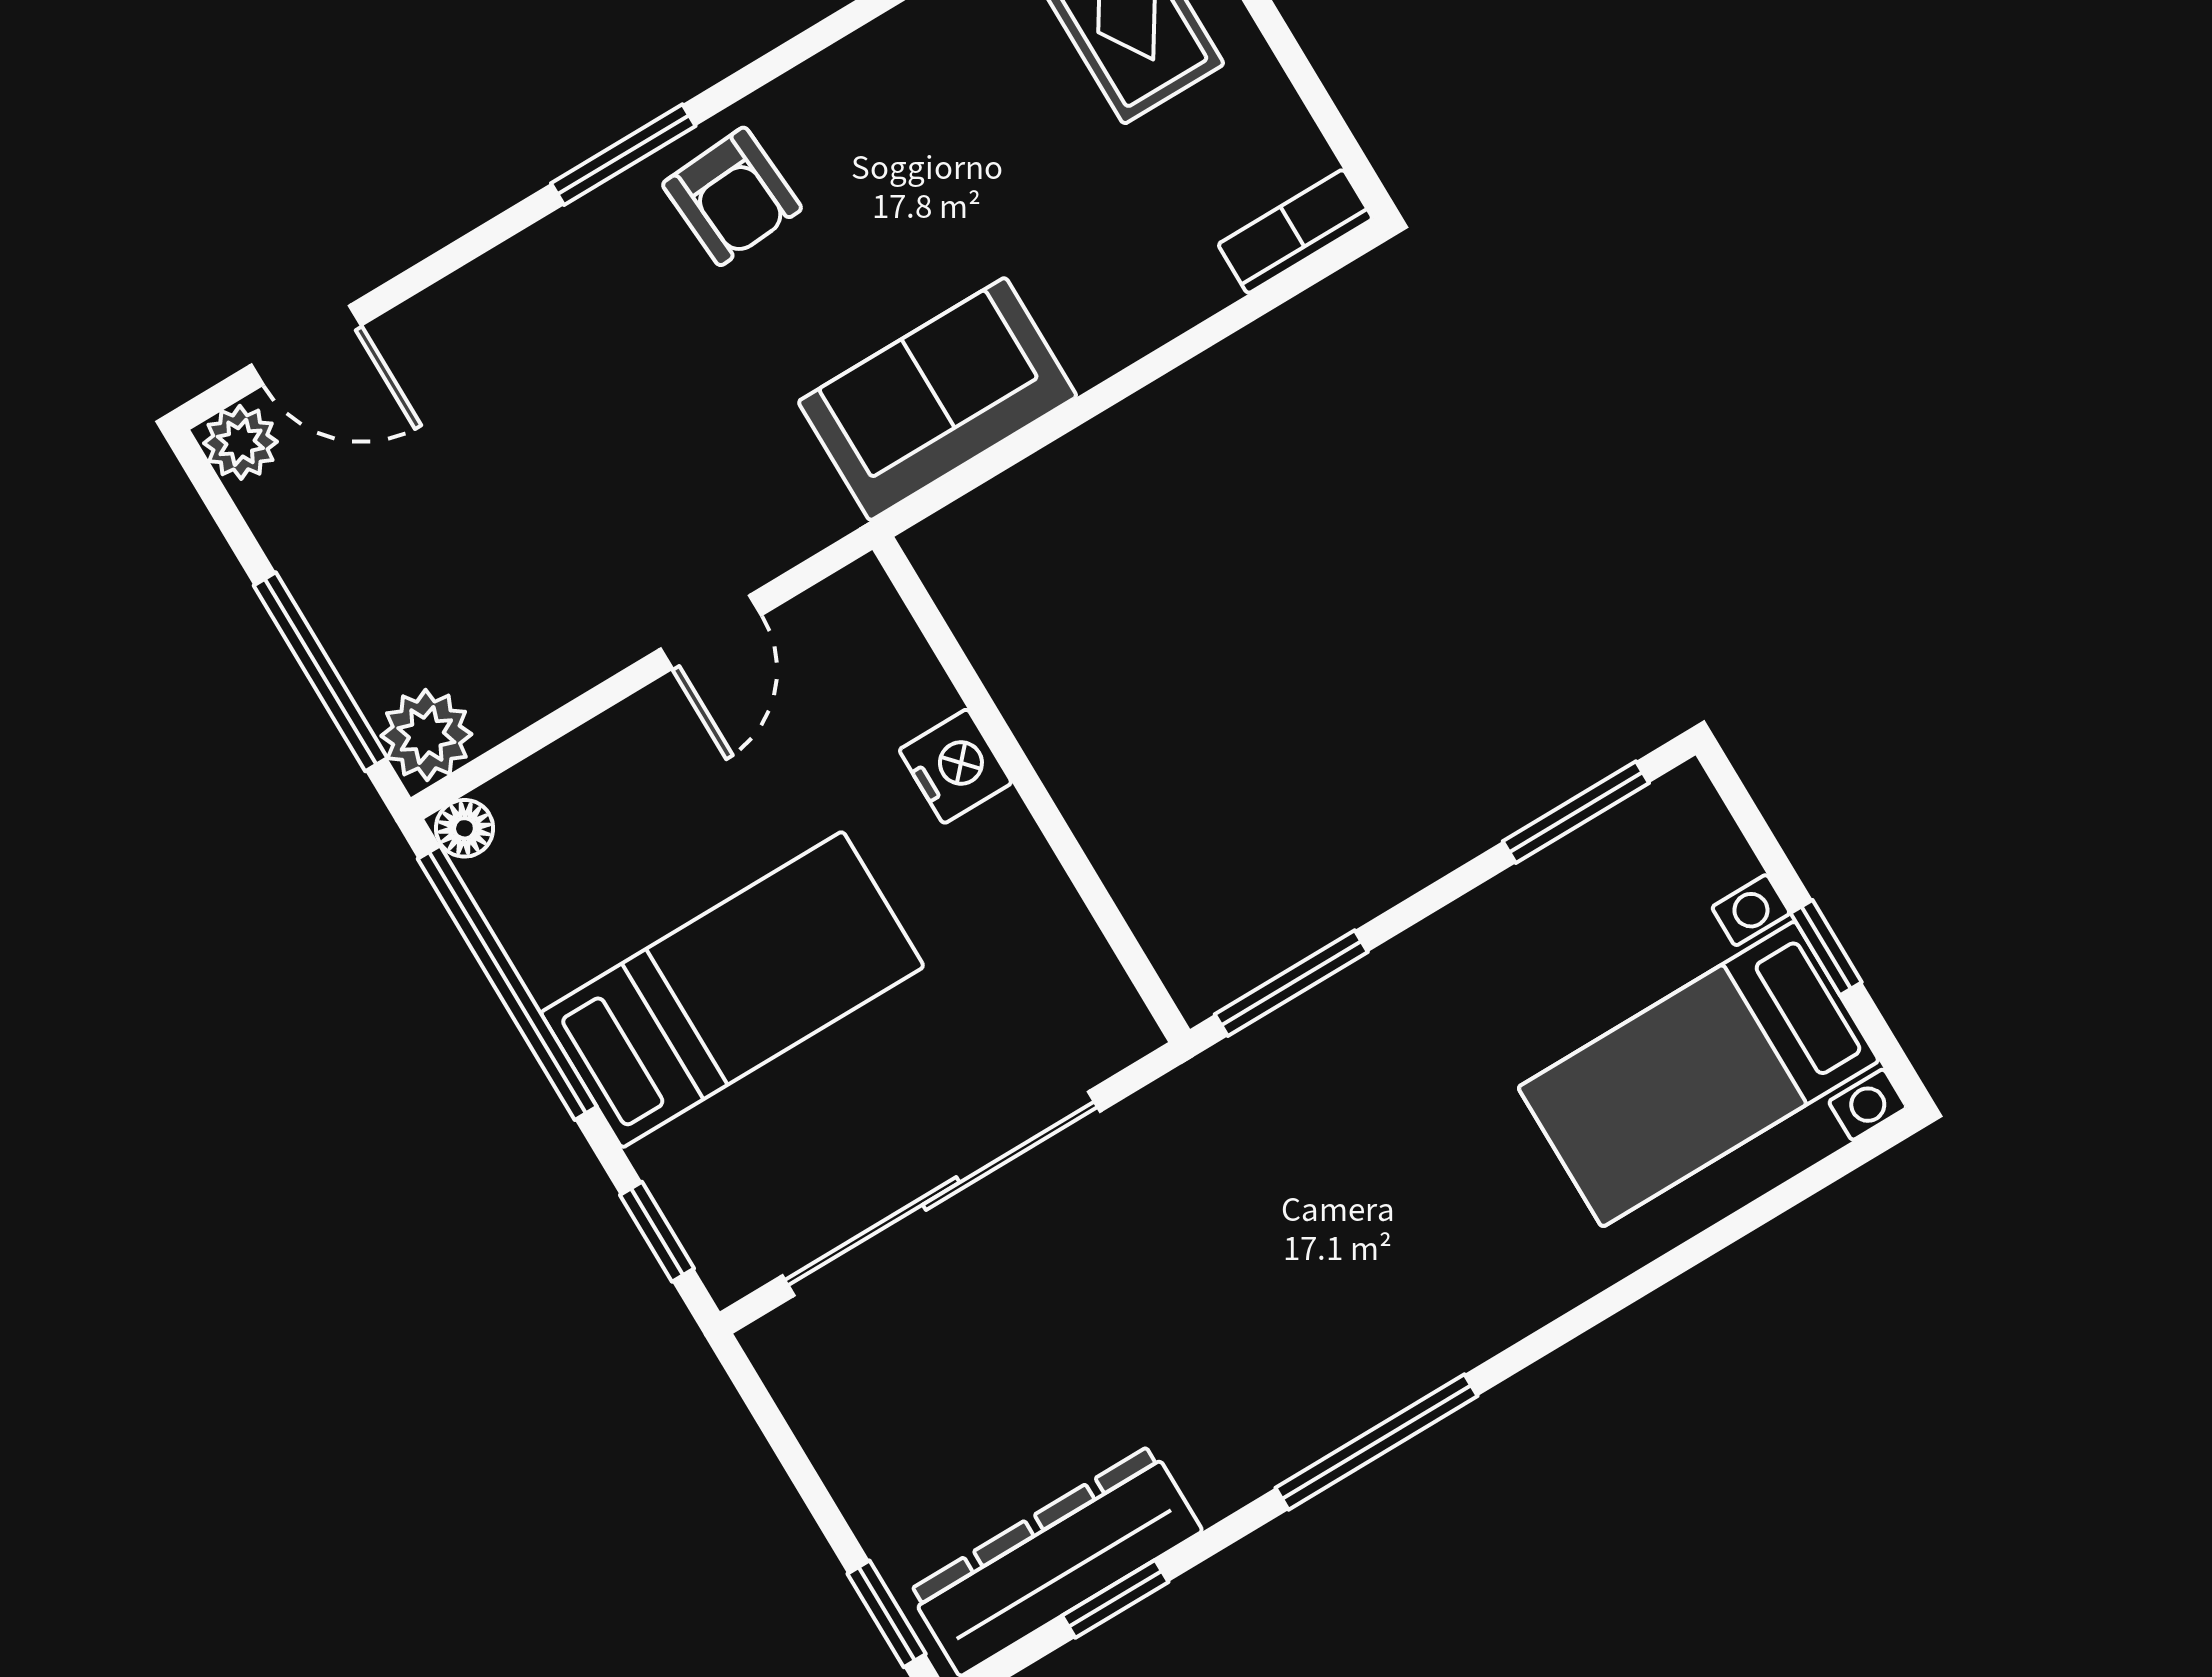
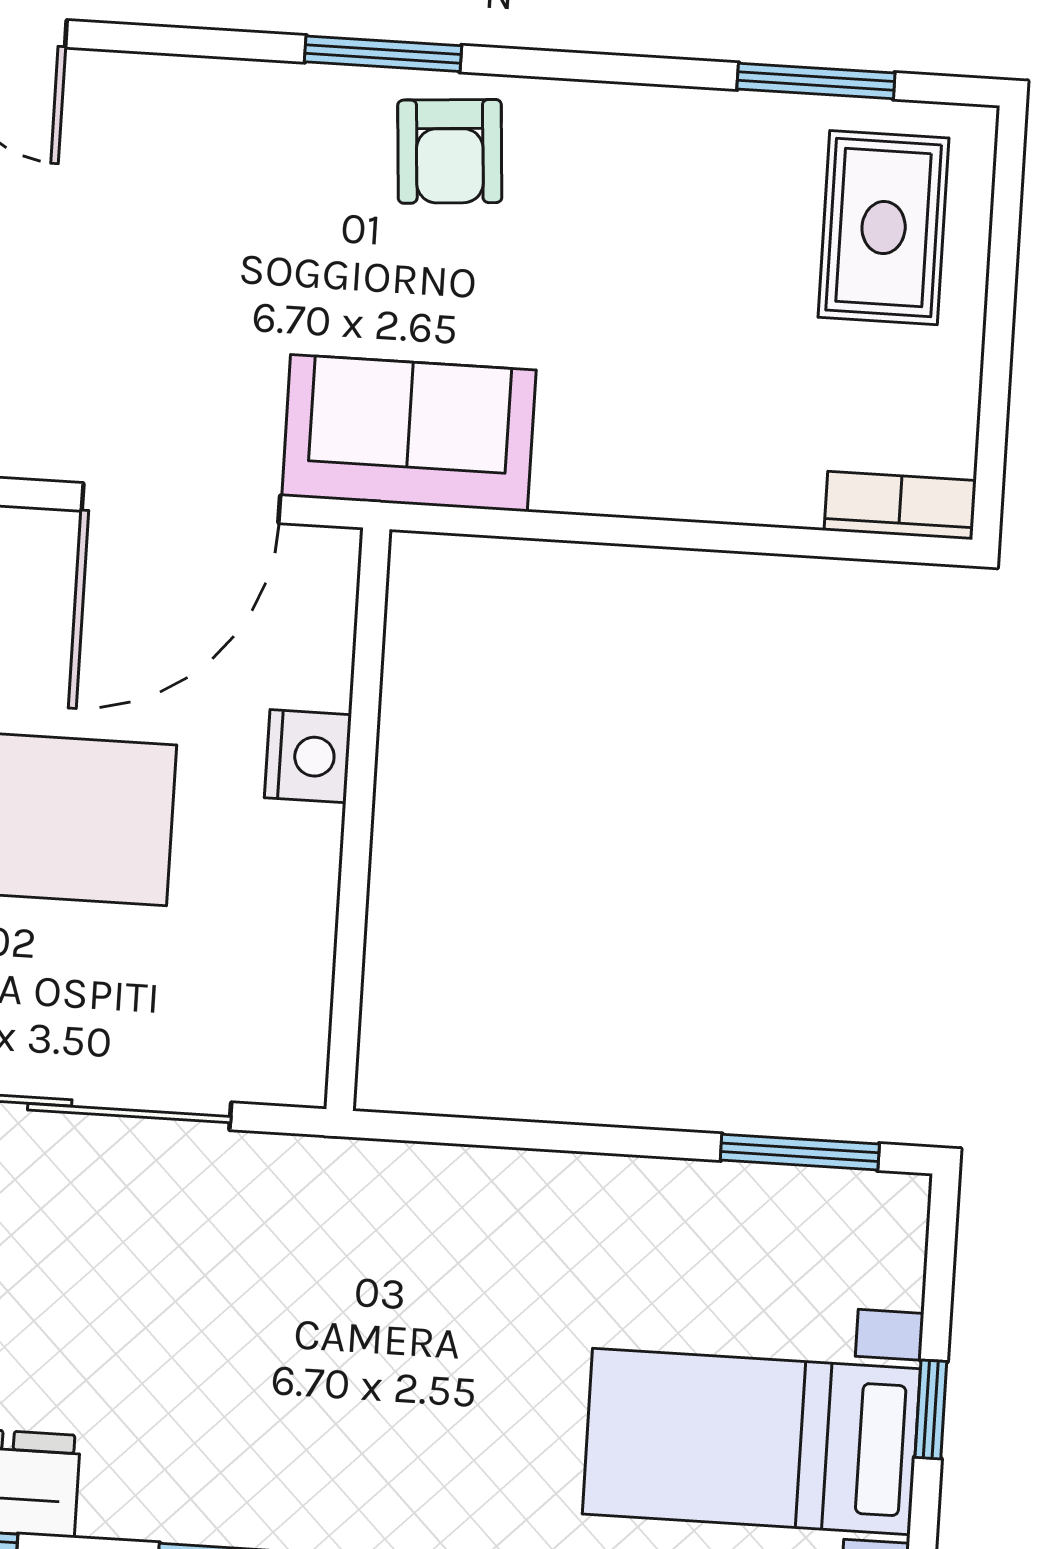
sofa: (938, 399) -> (409, 433), moved
door: (711, 632) -> (181, 503), width x1.88
window: (1291, 983) -> (463, 1131), removed

